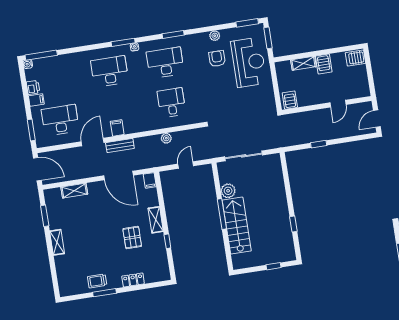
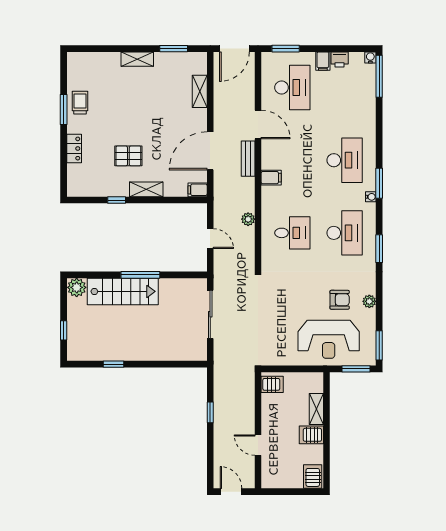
filing cabinet: (117, 128) -> (271, 178), moved
plant: (228, 191) -> (77, 287), moved

